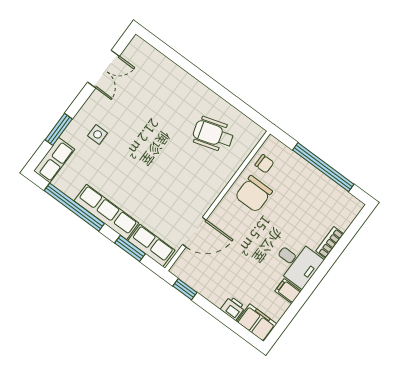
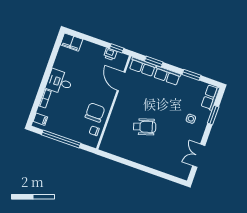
wheelchair: (213, 134) -> (145, 127), moved
window: (74, 207) -> (191, 75), width x0.47
row of seats: (106, 212) -> (167, 76), width x0.68
door: (194, 232) -> (121, 81), hinge flipped
filing cabinet: (288, 291) -> (40, 119), moved
printer: (233, 308) -> (110, 54), moved

